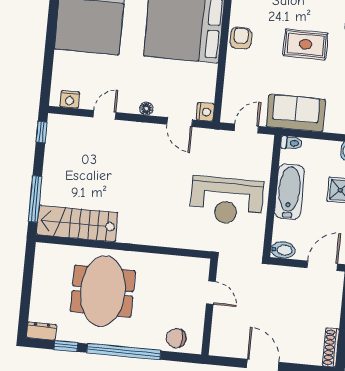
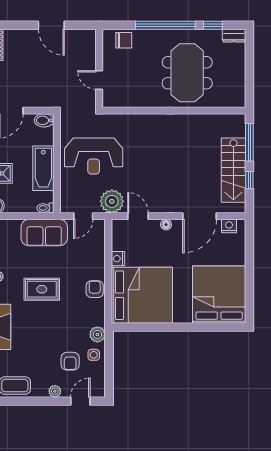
armchair: (241, 38) -> (95, 289), turned 180
nightstand: (205, 112) -> (118, 259), moved
door: (104, 115) -> (200, 216), width x1.88
window: (42, 132) -> (249, 180), moved
plant: (210, 143) -> (112, 201), added
reception desk: (227, 201) -> (94, 156), turned 180
stairs: (77, 224) -> (233, 170), moved, turned 90

